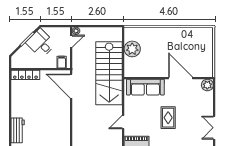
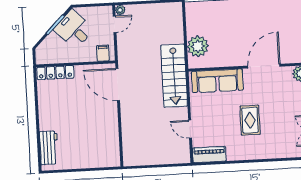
plant: (132, 49) -> (198, 46), moved
stairs: (109, 73) -> (174, 76), width x0.73, depth x0.66
door: (181, 78) -> (264, 66), hinge flipped
door: (123, 122) -> (190, 129), hinge flipped

